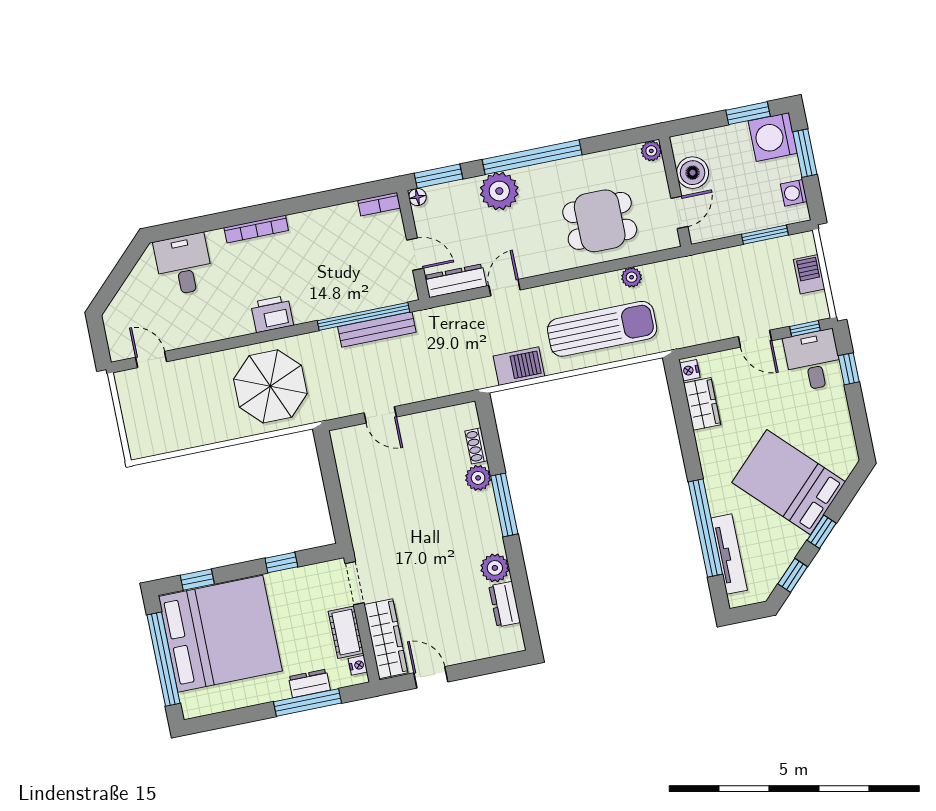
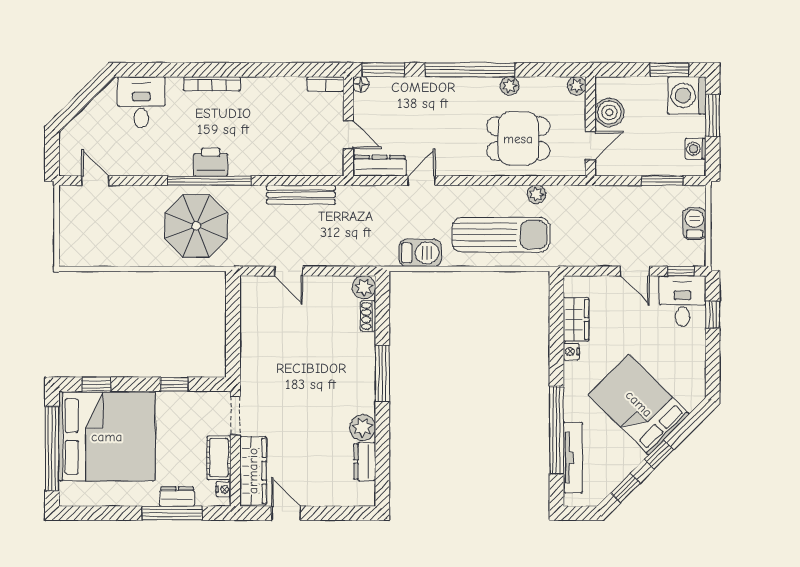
plant: (499, 191) -> (510, 86), moved, width x0.53, depth x0.53
window: (363, 316) -> (209, 181), moved
nightstand: (690, 370) -> (571, 352), moved
plant: (478, 478) -> (364, 287), moved

